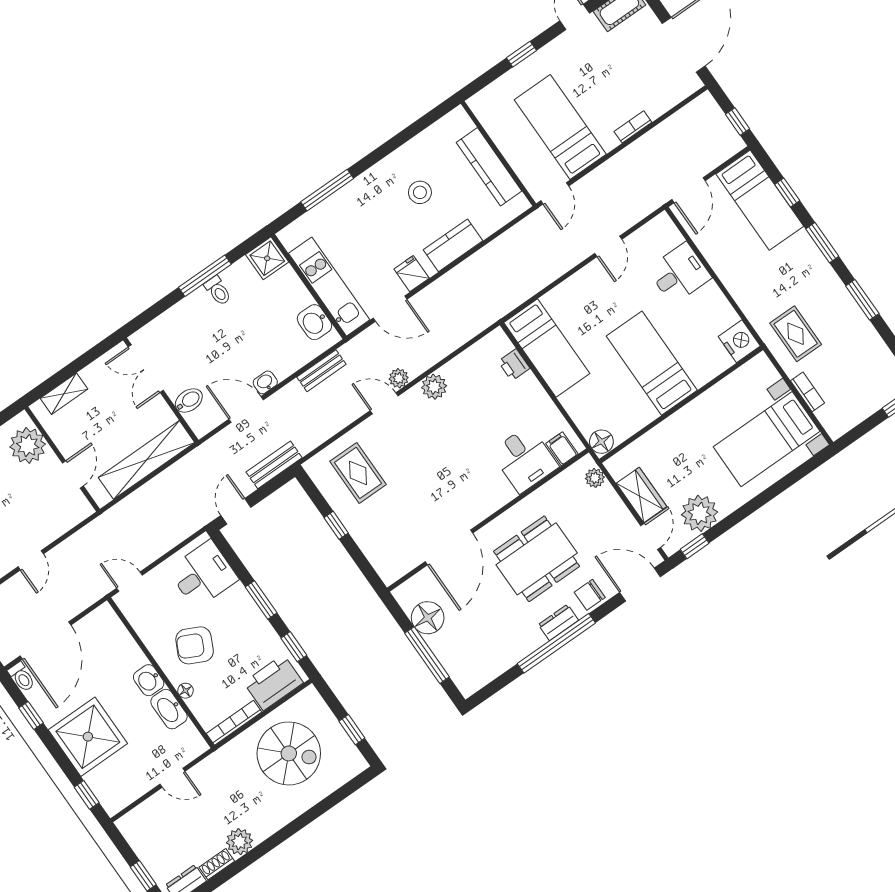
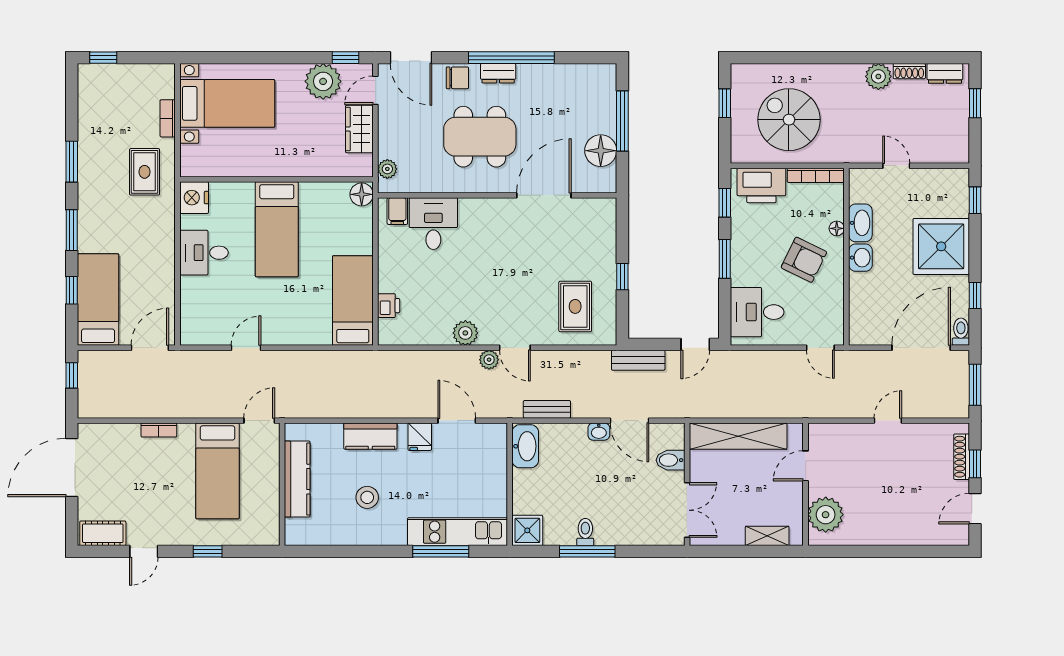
desk: (679, 273) -> (204, 253), moved
kitchen unit: (329, 287) -> (458, 532), moved, turned 90
washbasin: (314, 322) -> (525, 446), width x1.38

